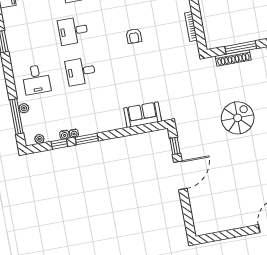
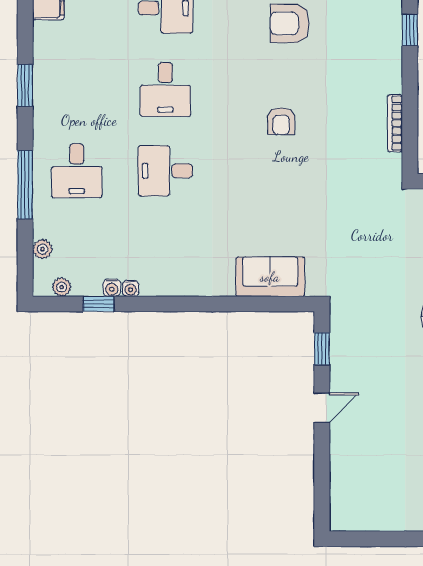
desk: (73, 31) -> (165, 89), turned -90
plant: (24, 108) -> (43, 249), moved
window: (16, 116) -> (25, 185), moved
window: (87, 139) -> (153, 304), removed
door: (180, 175) -> (322, 408), width x0.53

